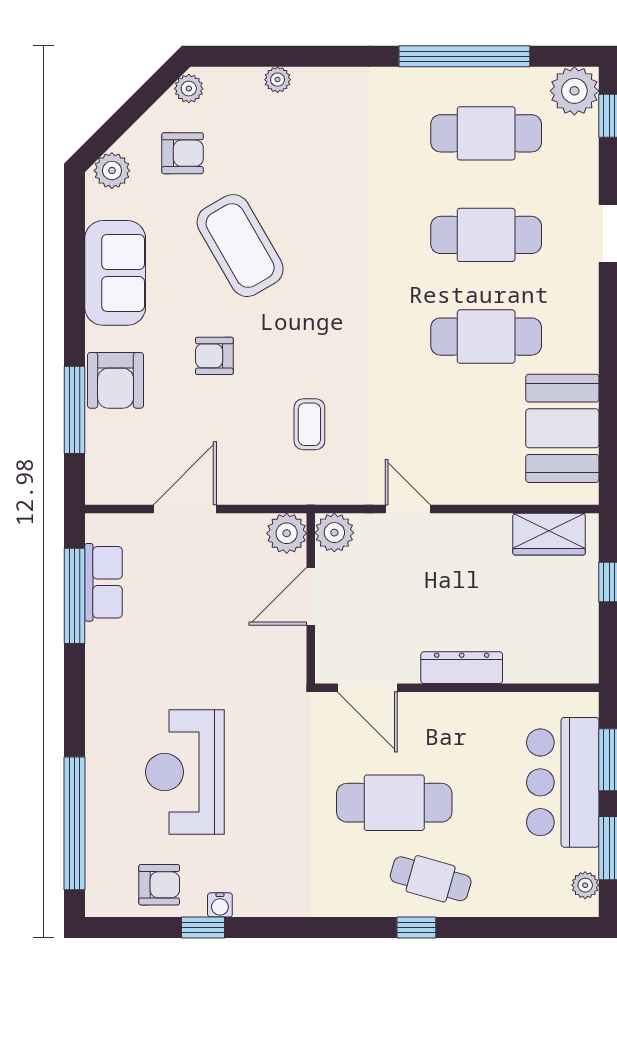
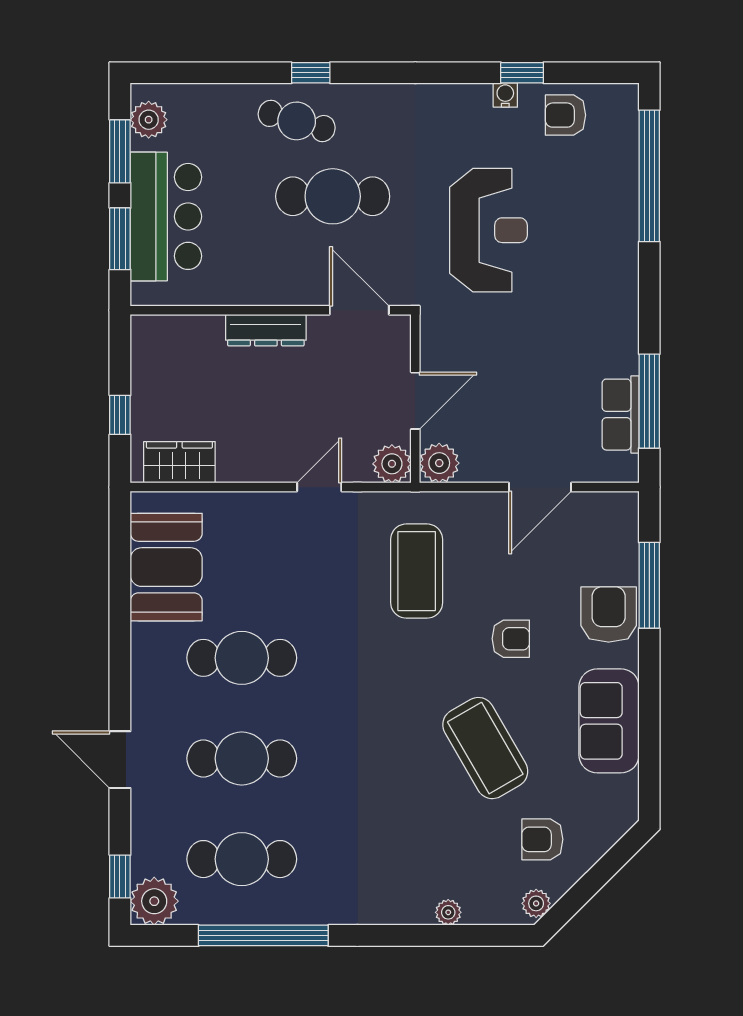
plant: (112, 171) -> (612, 822), removed
coffee table: (309, 424) -> (417, 571), width x1.86, depth x1.72
door: (408, 509) -> (319, 487), swing flipped
reception desk: (185, 772) -> (488, 230), moved
plant: (585, 885) -> (149, 120), width x1.38, depth x1.38

